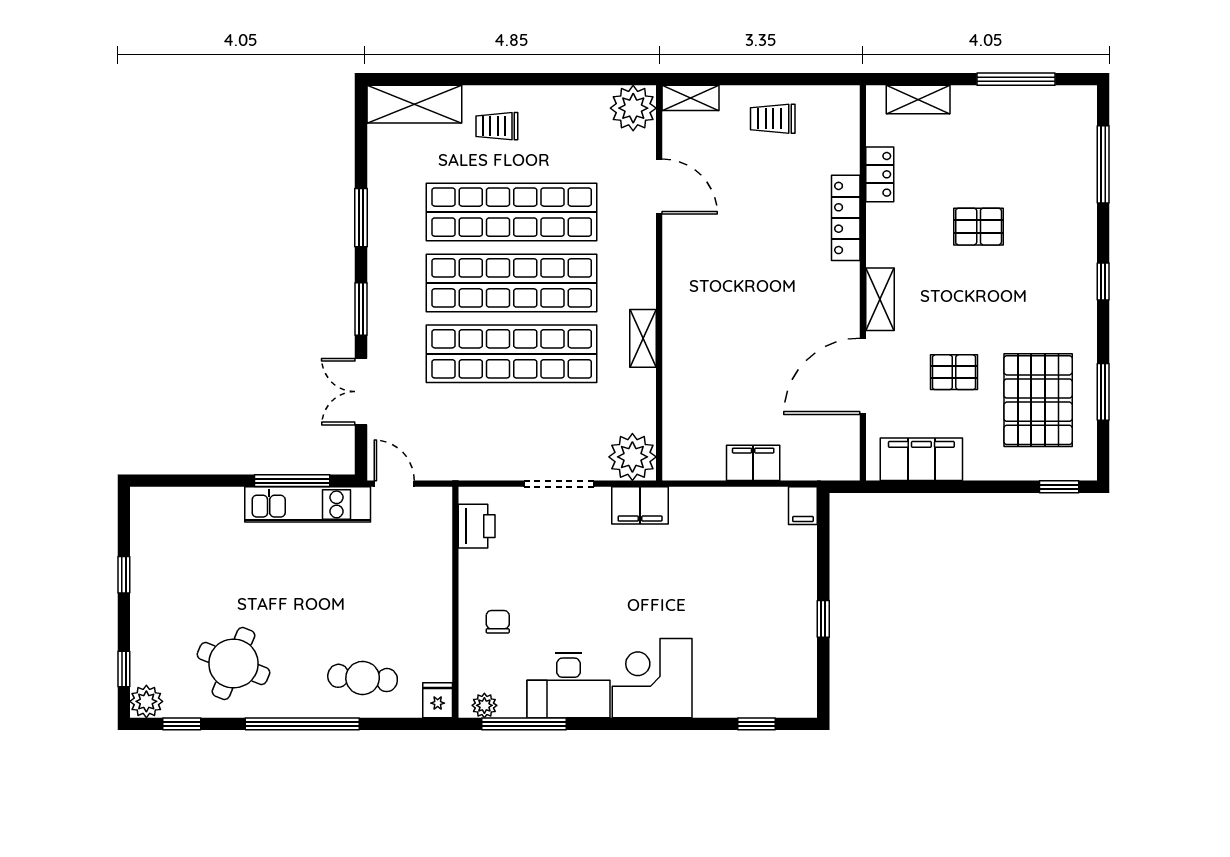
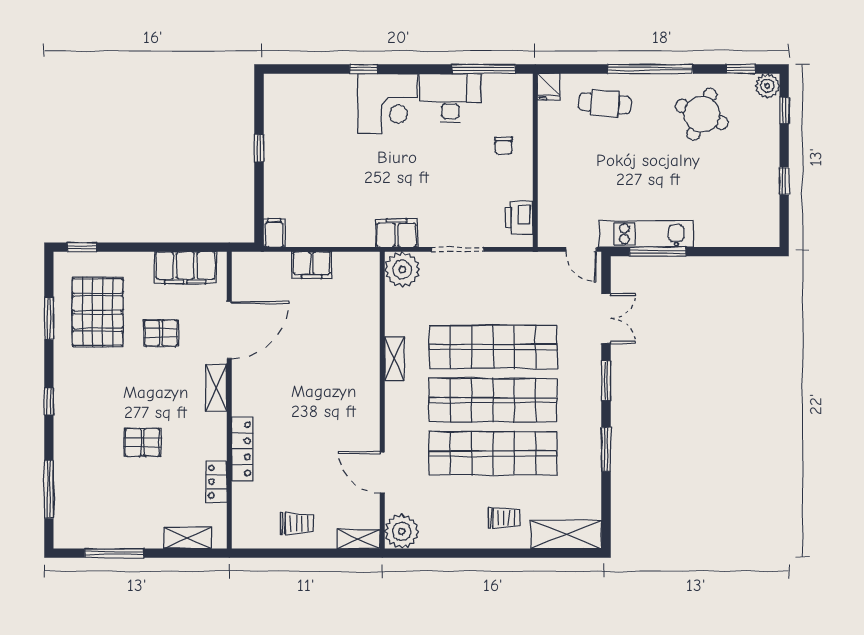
plant: (484, 705) -> (513, 83), removed
window: (756, 724) -> (364, 69), moved

